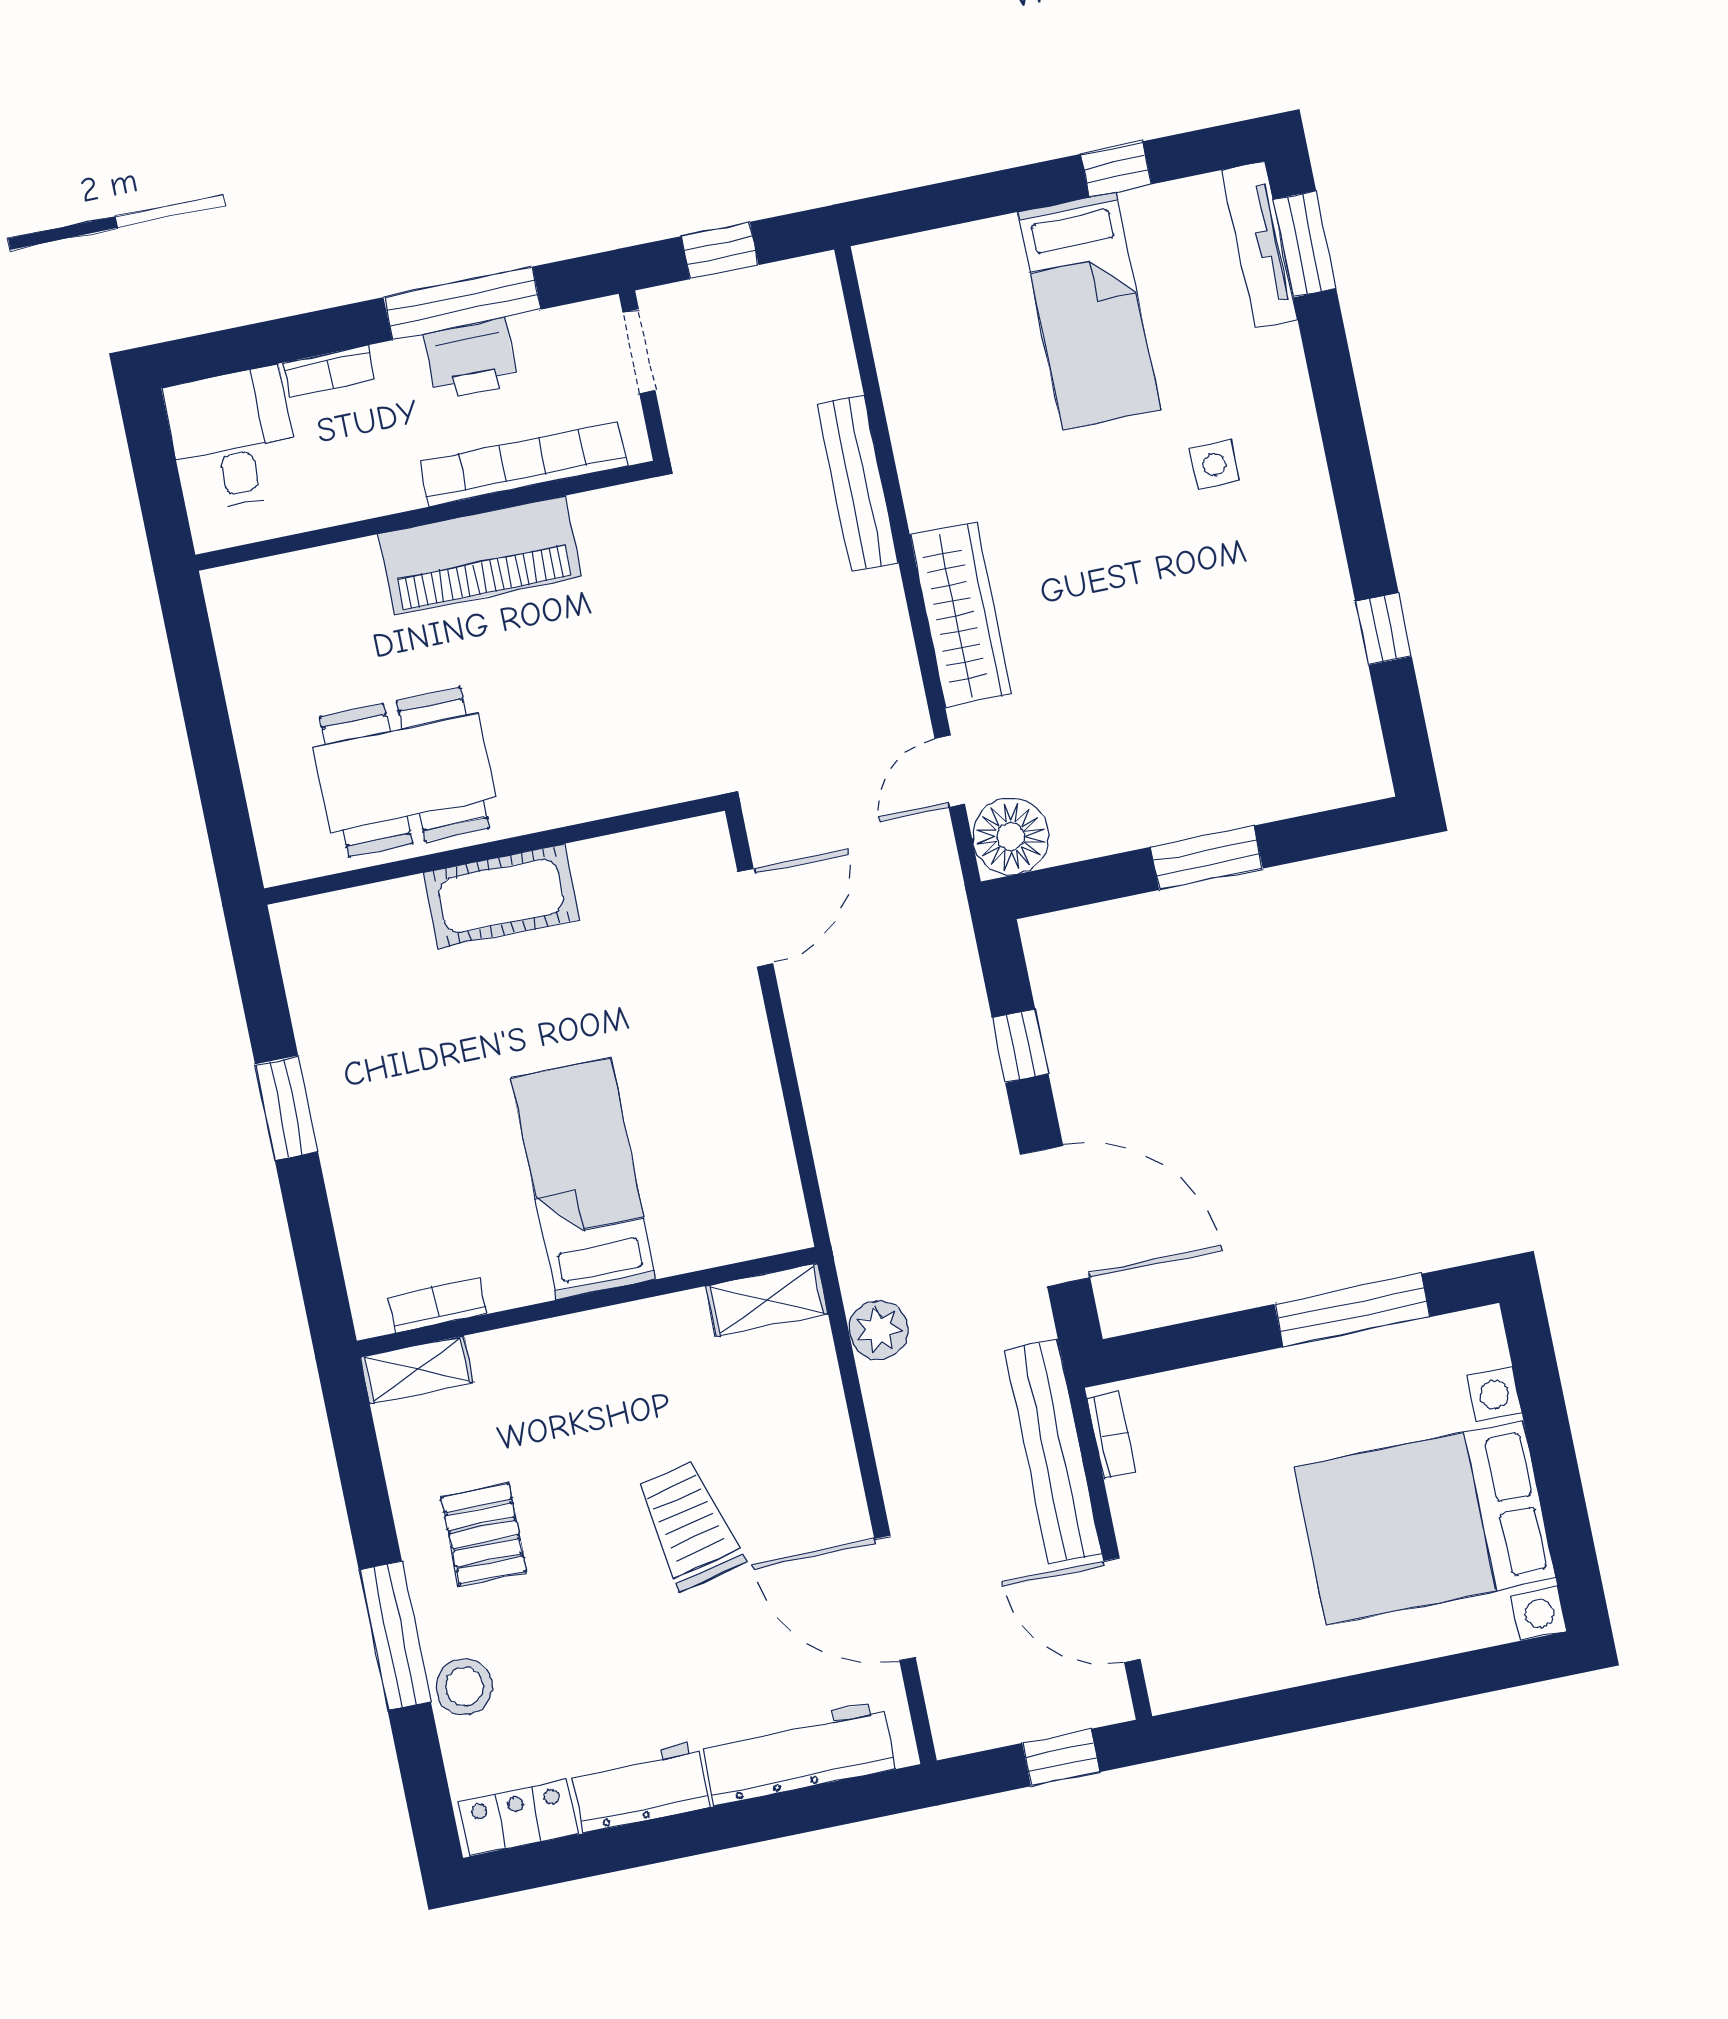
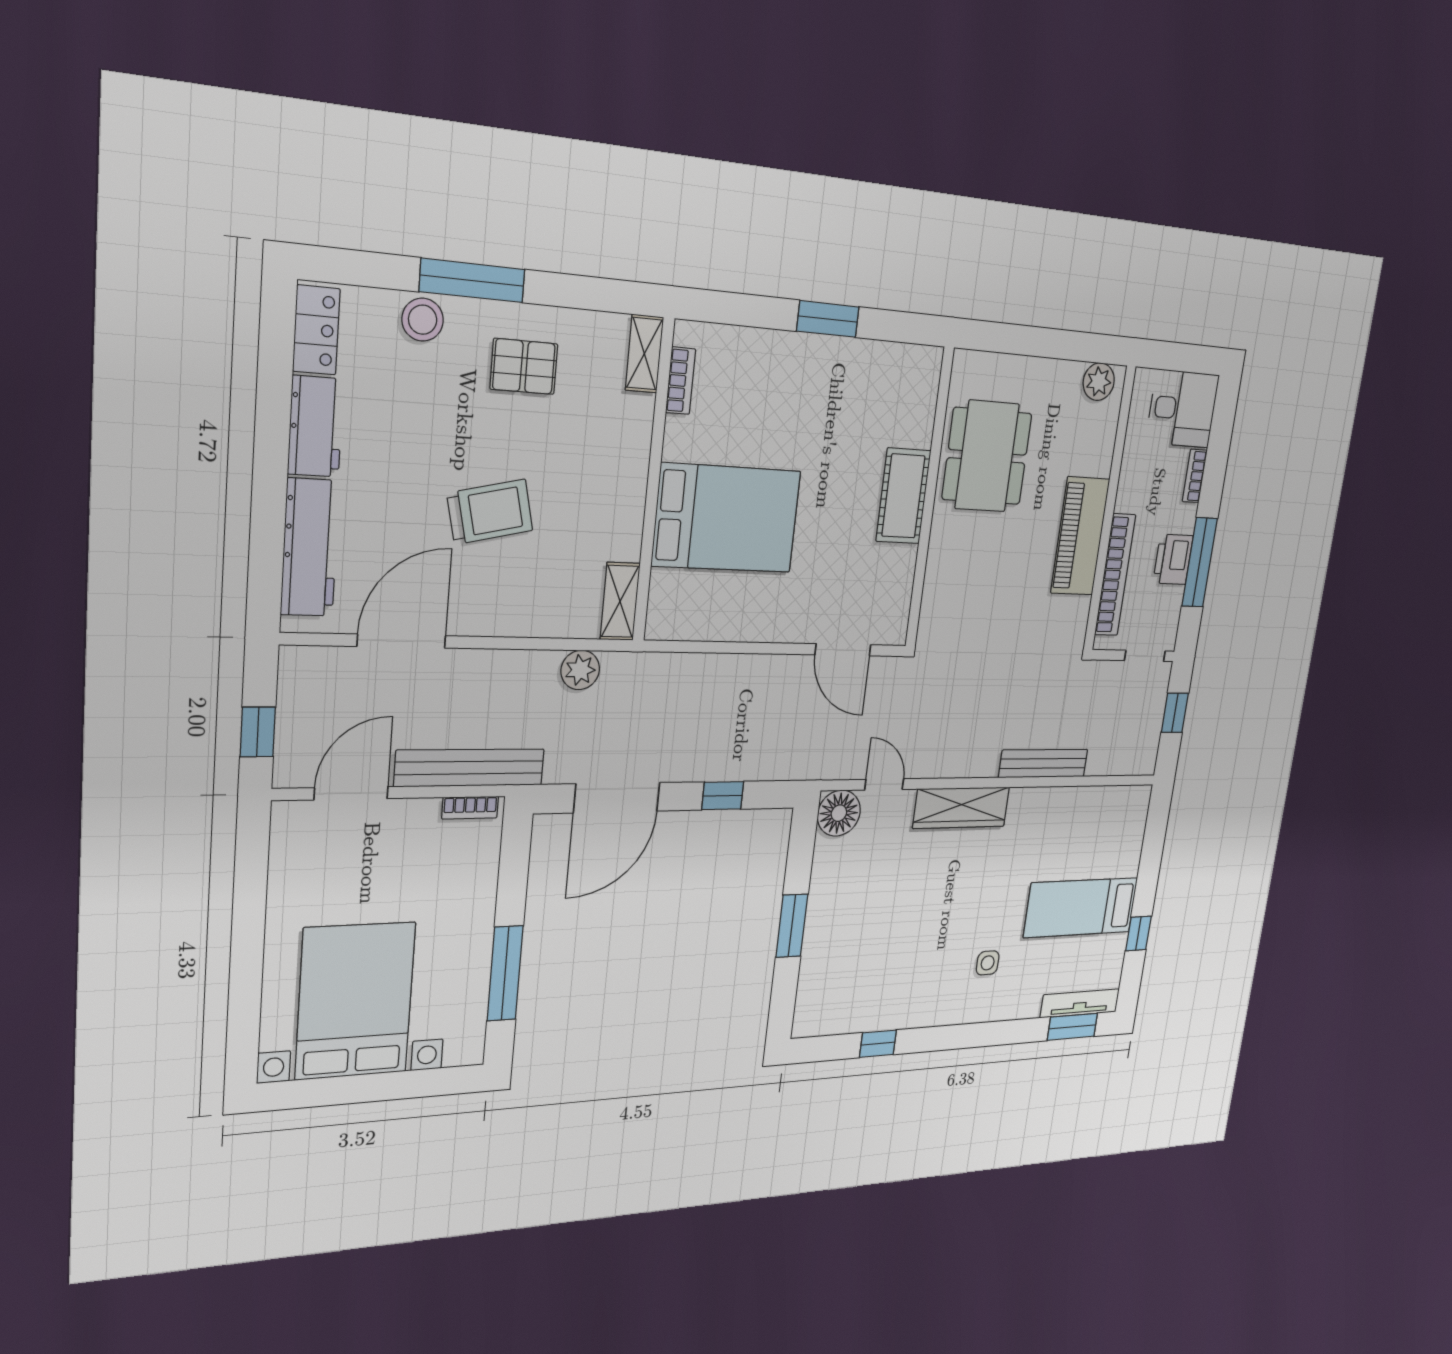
plant: (238, 614) -> (1099, 382), added
bed: (584, 1179) -> (726, 518), width x1.50

